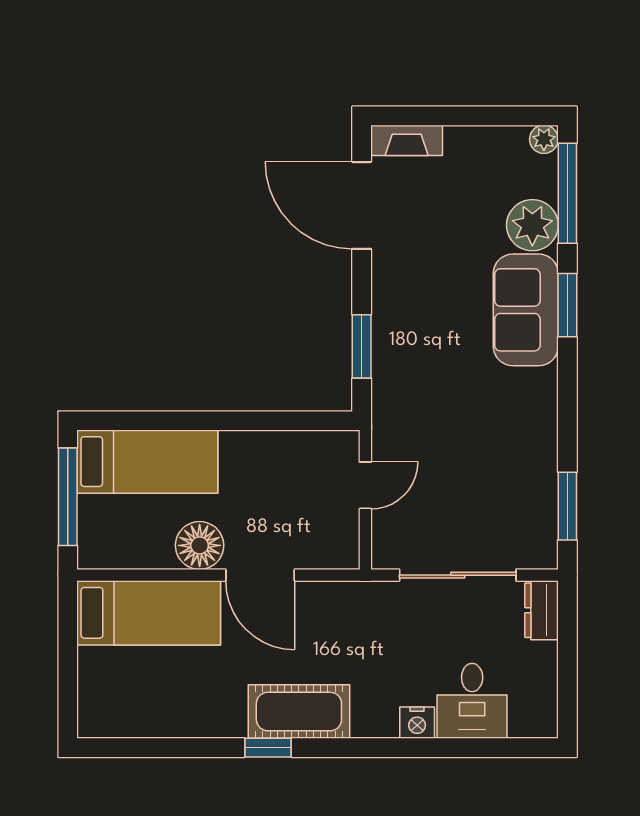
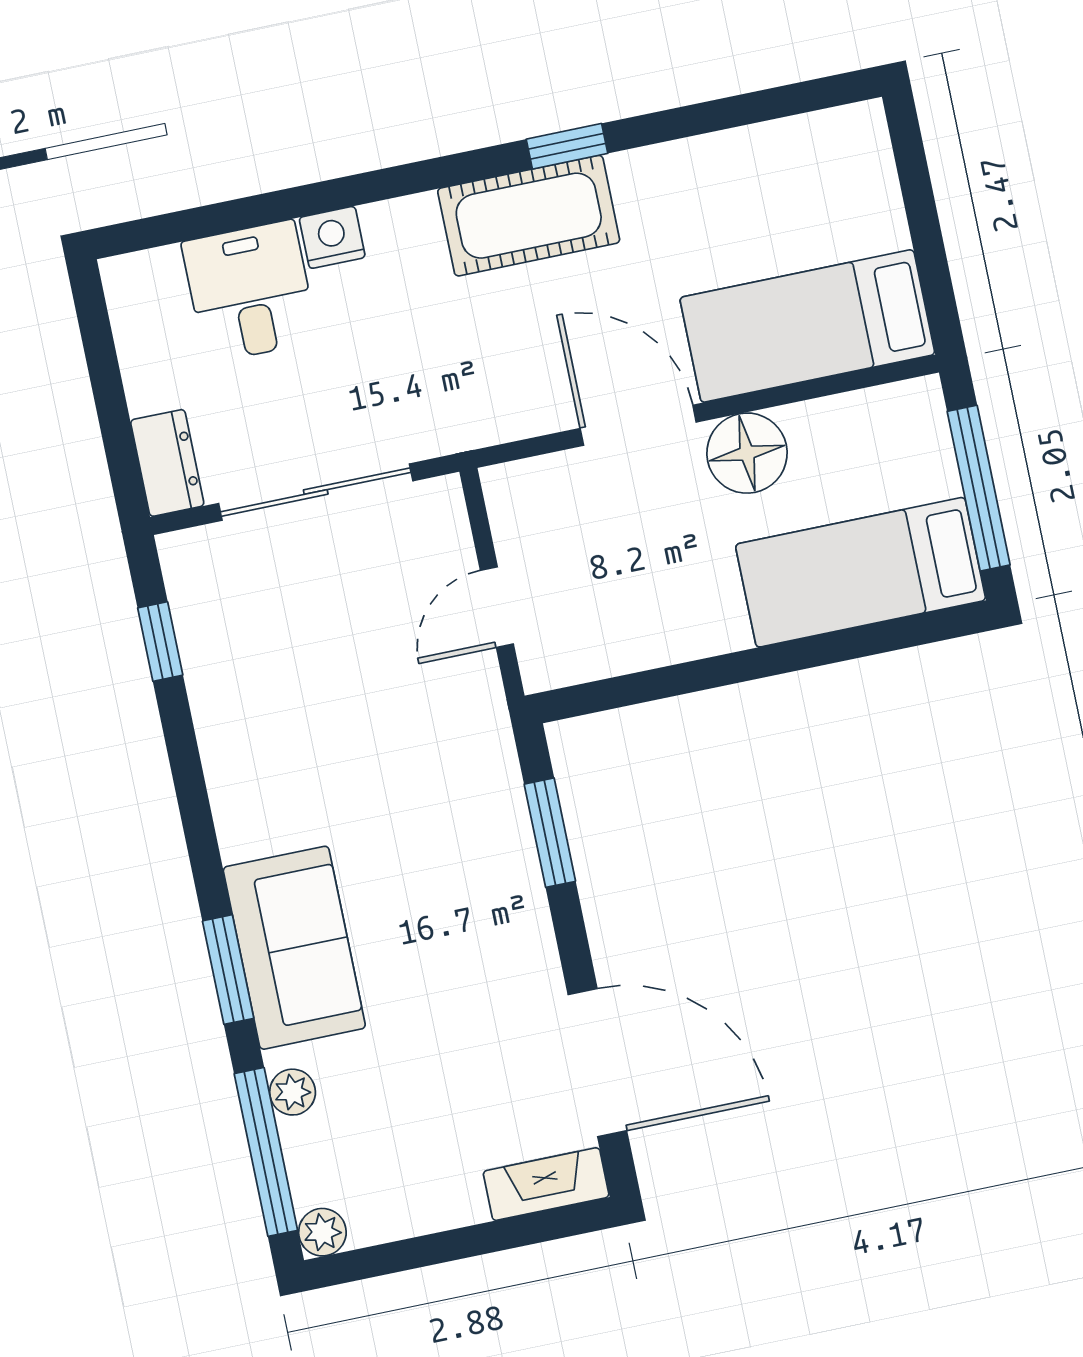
plant: (532, 225) -> (293, 1092), width x0.53, depth x0.53
window: (567, 506) -> (160, 642), width x0.67

